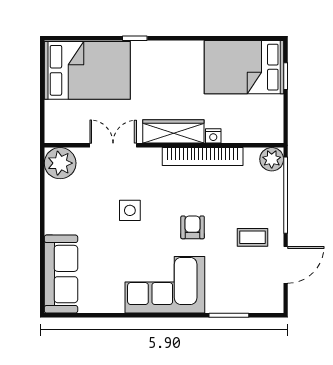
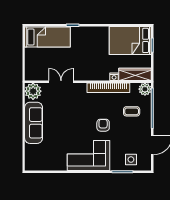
bed: (87, 70) -> (47, 37), width x0.67
wardrobe: (173, 131) -> (135, 74), moved
side table: (130, 210) -> (131, 160), moved
coffee table: (253, 237) -> (132, 111), moved
sofa: (61, 274) -> (34, 123), moved

